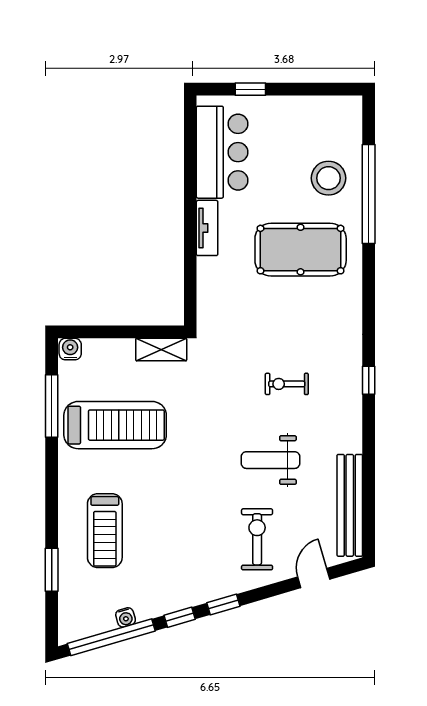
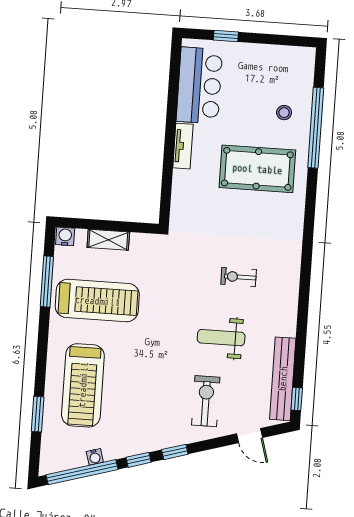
stool: (328, 178) -> (284, 113), width x0.53, depth x0.53
shelving: (161, 350) -> (108, 240), moved
window: (369, 380) -> (297, 399), moved
treadmill: (105, 531) -> (83, 385), width x1.37, depth x1.38
door: (314, 578) -> (249, 436), swing flipped

